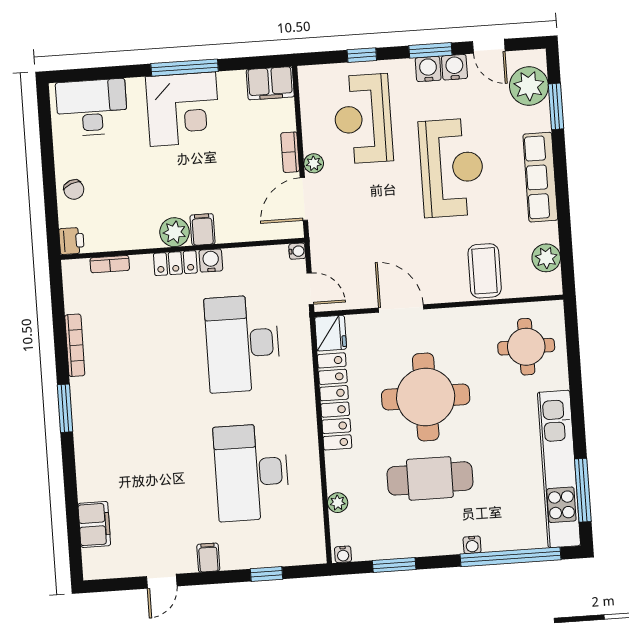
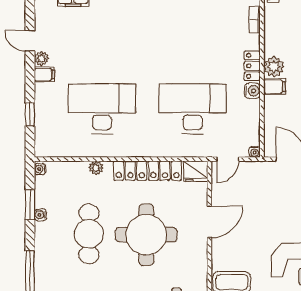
plant: (338, 503) -> (96, 168), moved
water cooler: (472, 545) -> (40, 215), moved
plant: (186, 563) -> (42, 58), added

